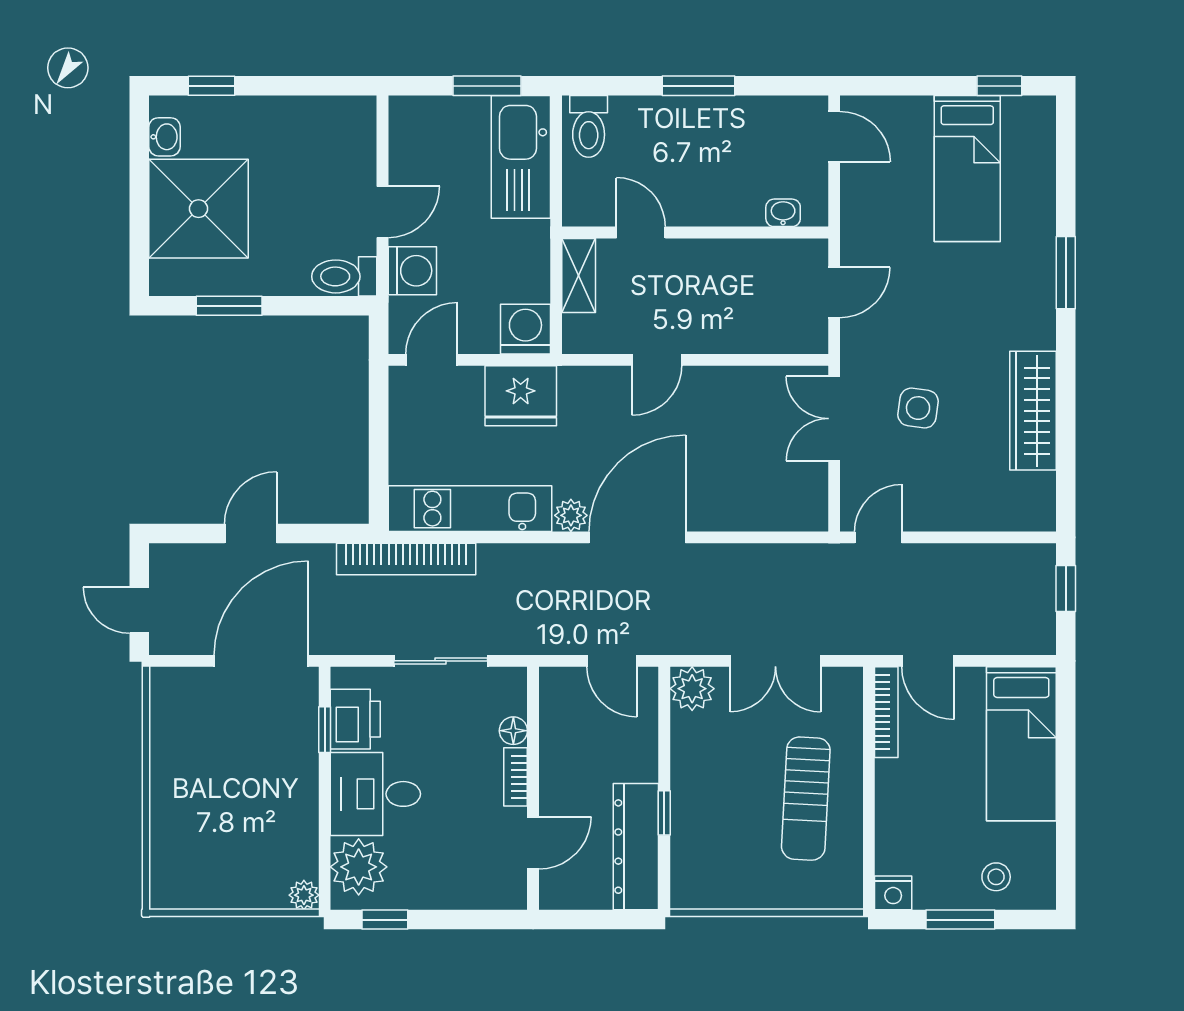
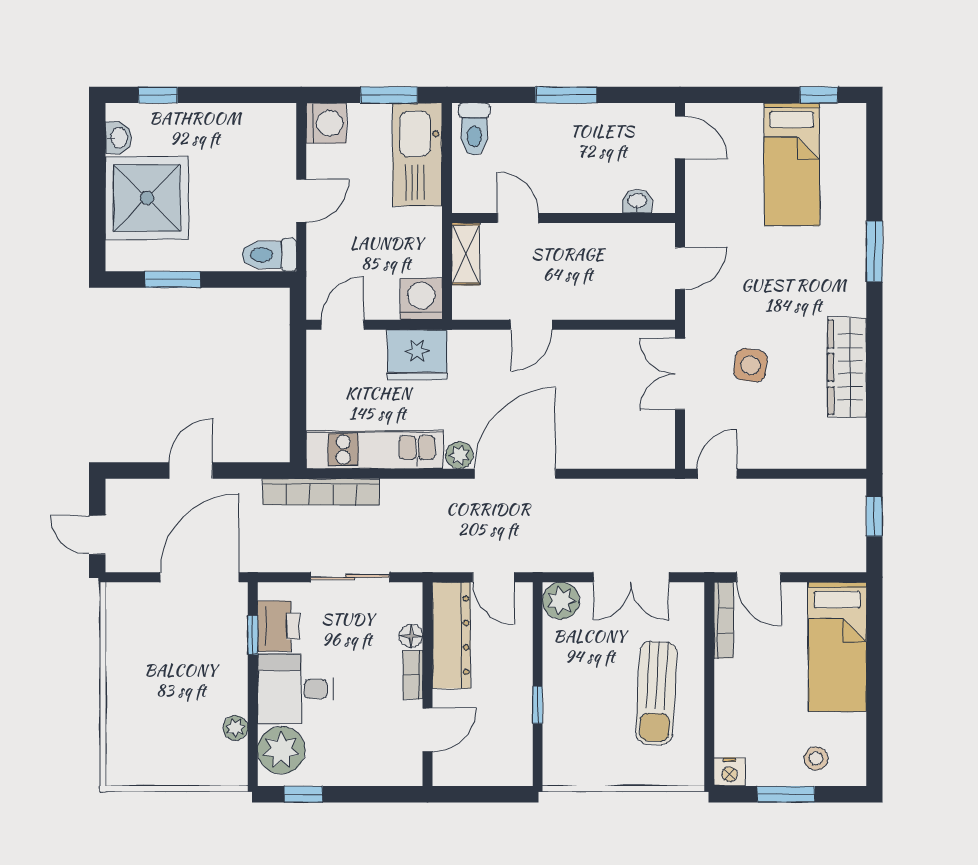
washing machine: (412, 271) -> (326, 123), moved
dresser: (636, 847) -> (451, 635), moved, turned 180
plant: (304, 895) -> (235, 728), moved

